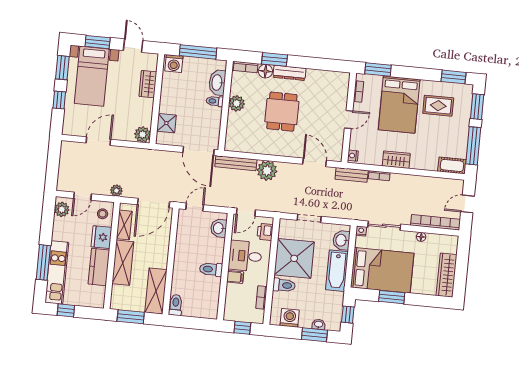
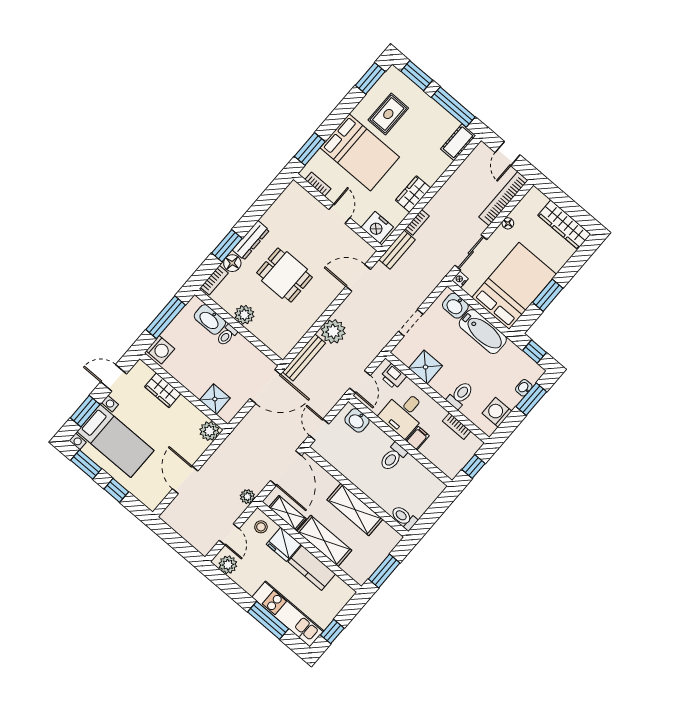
nightstand: (353, 156) -> (377, 227), width x1.89, depth x1.79
shower: (294, 258) -> (426, 367), width x0.54, depth x0.54
shelving: (156, 291) -> (355, 509), moved

